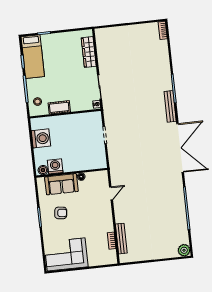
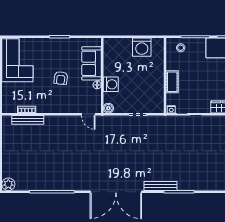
cot: (59, 107) -> (172, 82), moved
washing machine: (55, 166) -> (111, 84), moved
boiler: (43, 170) -> (108, 108), moved
door: (111, 193) -> (88, 114), moved
armchair: (61, 213) -> (61, 78), moved

